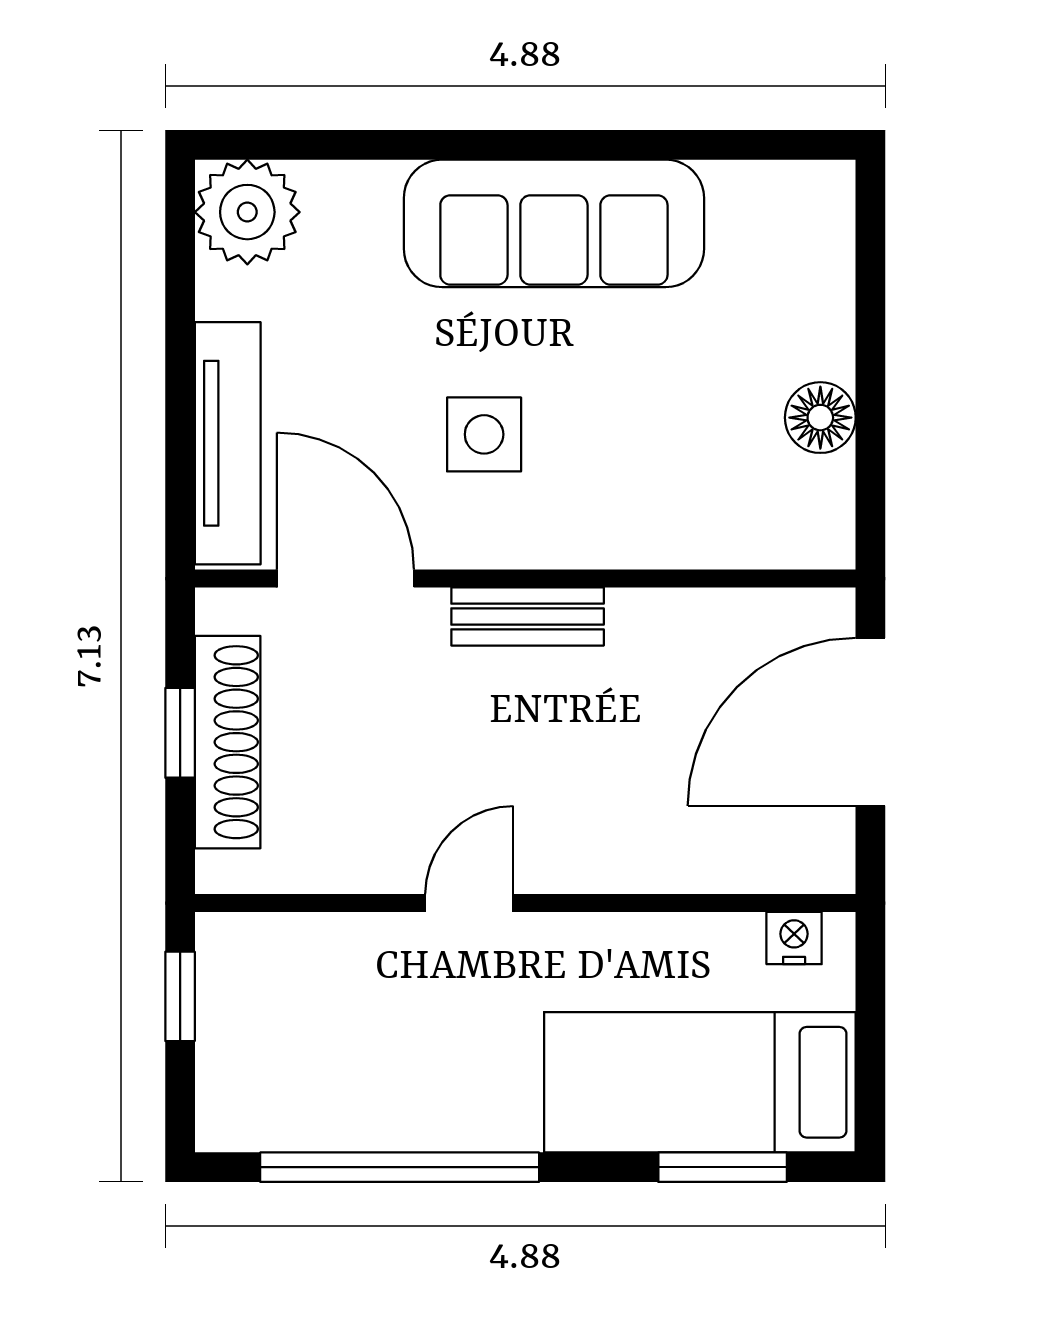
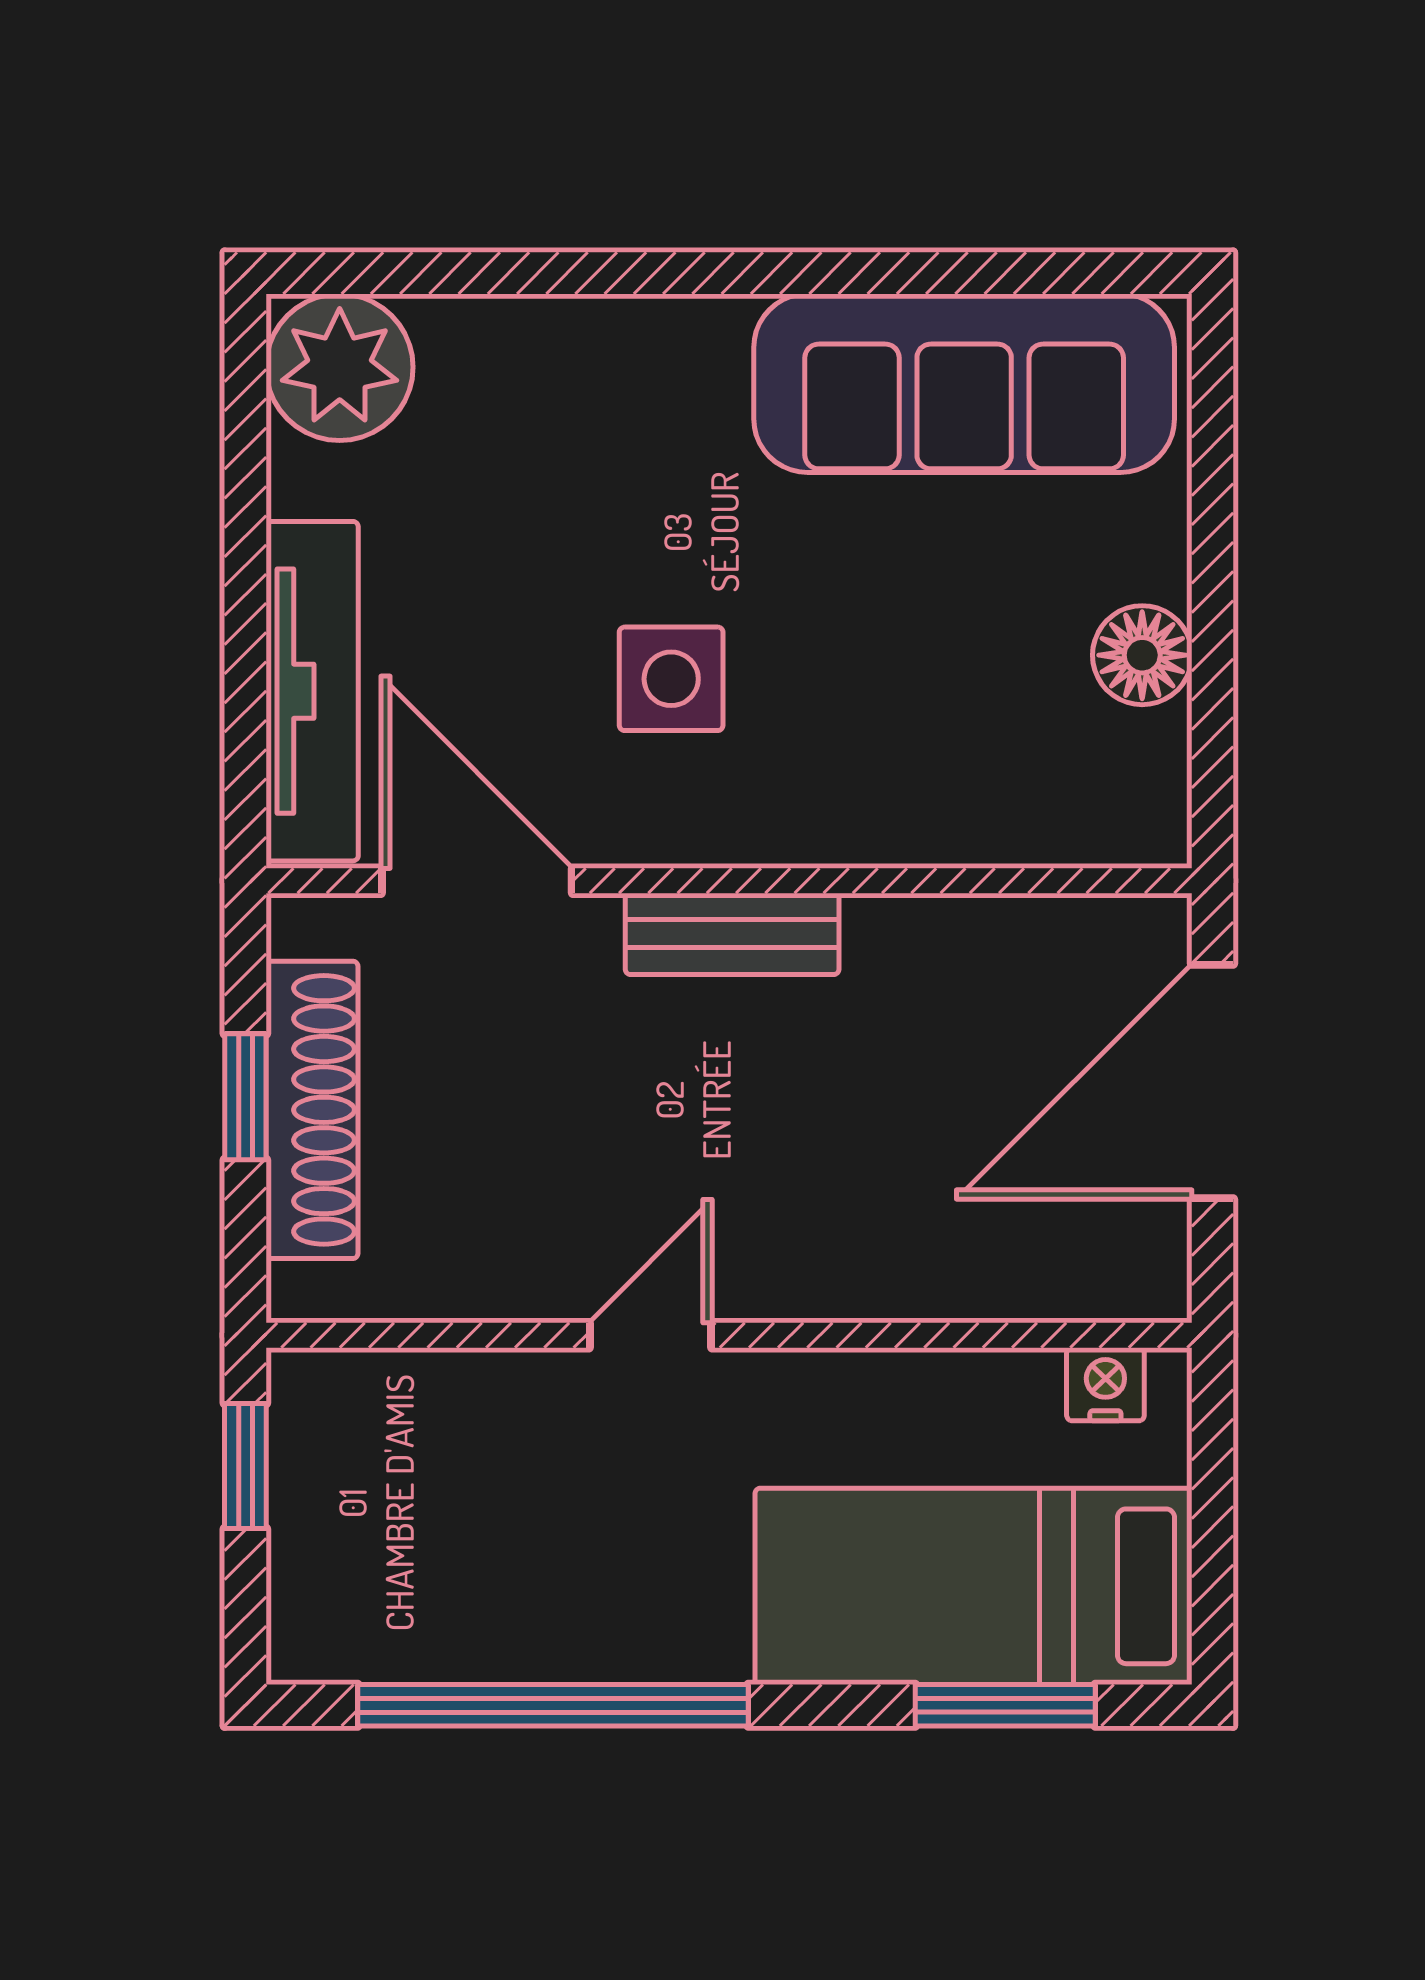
sofa: (554, 223) -> (964, 383), moved

